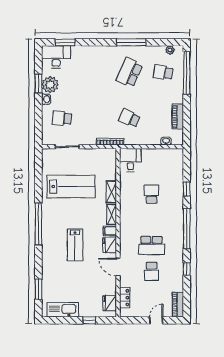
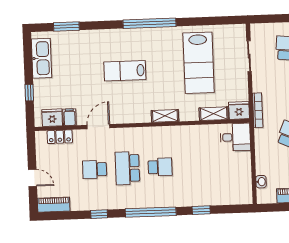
shelving: (111, 192) -> (214, 114), moved
school desk: (152, 194) -> (160, 167), moved
filing cabinet: (110, 231) -> (70, 117), moved
fridge: (110, 245) -> (239, 110), moved

